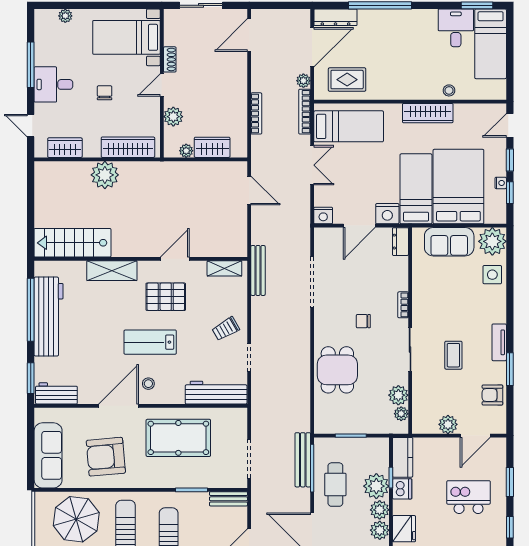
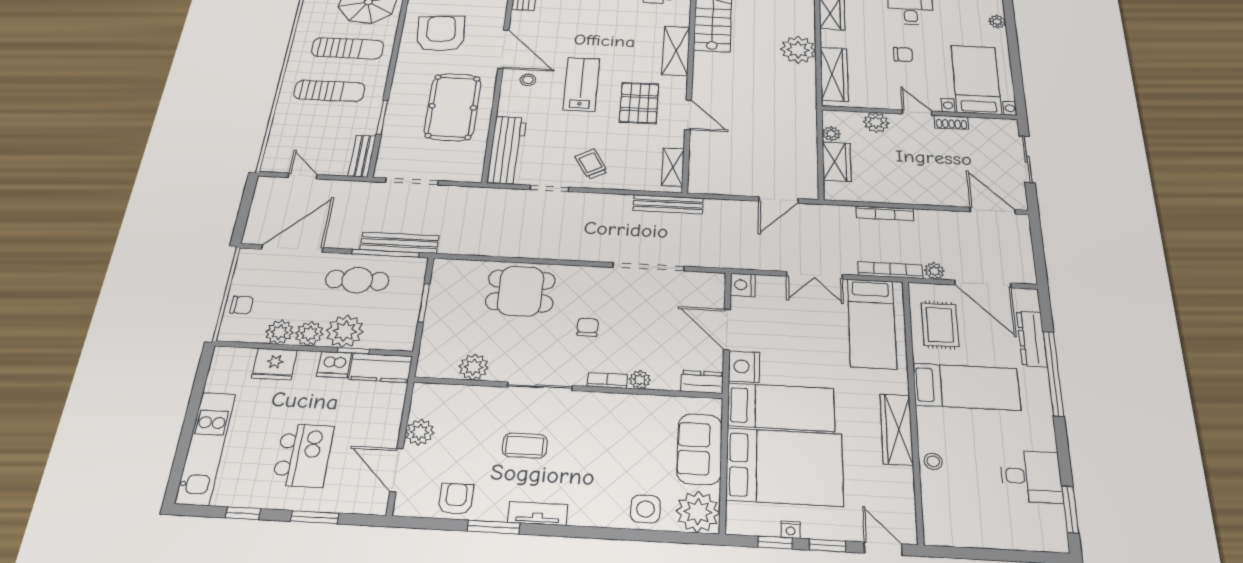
dresser: (336, 17) -> (1032, 339), moved
bed: (491, 44) -> (966, 387), moved, turned 180
plant: (401, 414) -> (640, 380), moved

